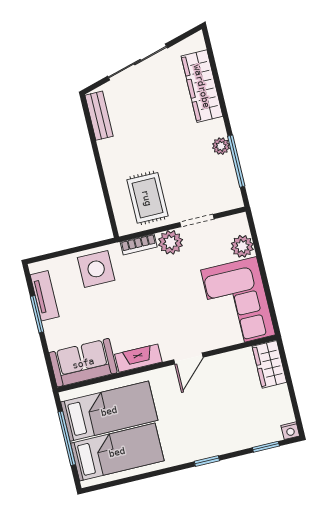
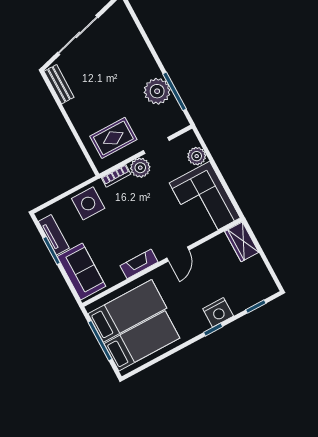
wardrobe: (202, 86) -> (133, 40), removed
plant: (221, 146) -> (157, 91), width x1.88, depth x1.88
rug: (147, 198) -> (113, 138), turned 90
sofa: (83, 363) -> (81, 271), moved, turned 90
nightstand: (290, 431) -> (218, 312), moved, width x1.89, depth x1.79

